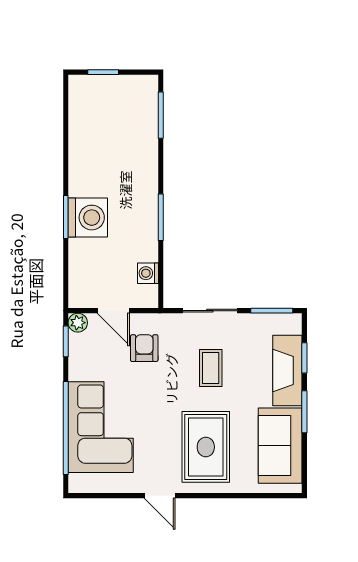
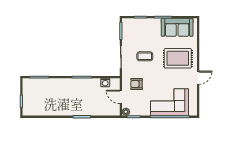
washing machine: (88, 218) -> (82, 108), removed
door: (113, 311) -> (121, 97), swing flipped
fireplace: (287, 370) -> (146, 24), removed

